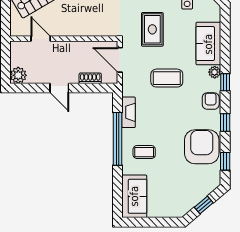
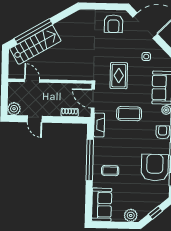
door: (59, 88) -> (35, 119), moved
fireplace: (129, 112) -> (99, 125), moved
plant: (172, 209) -> (131, 215), added

